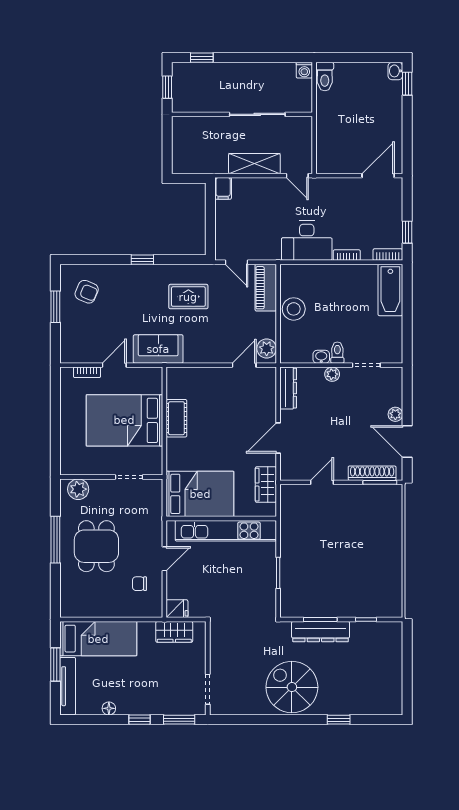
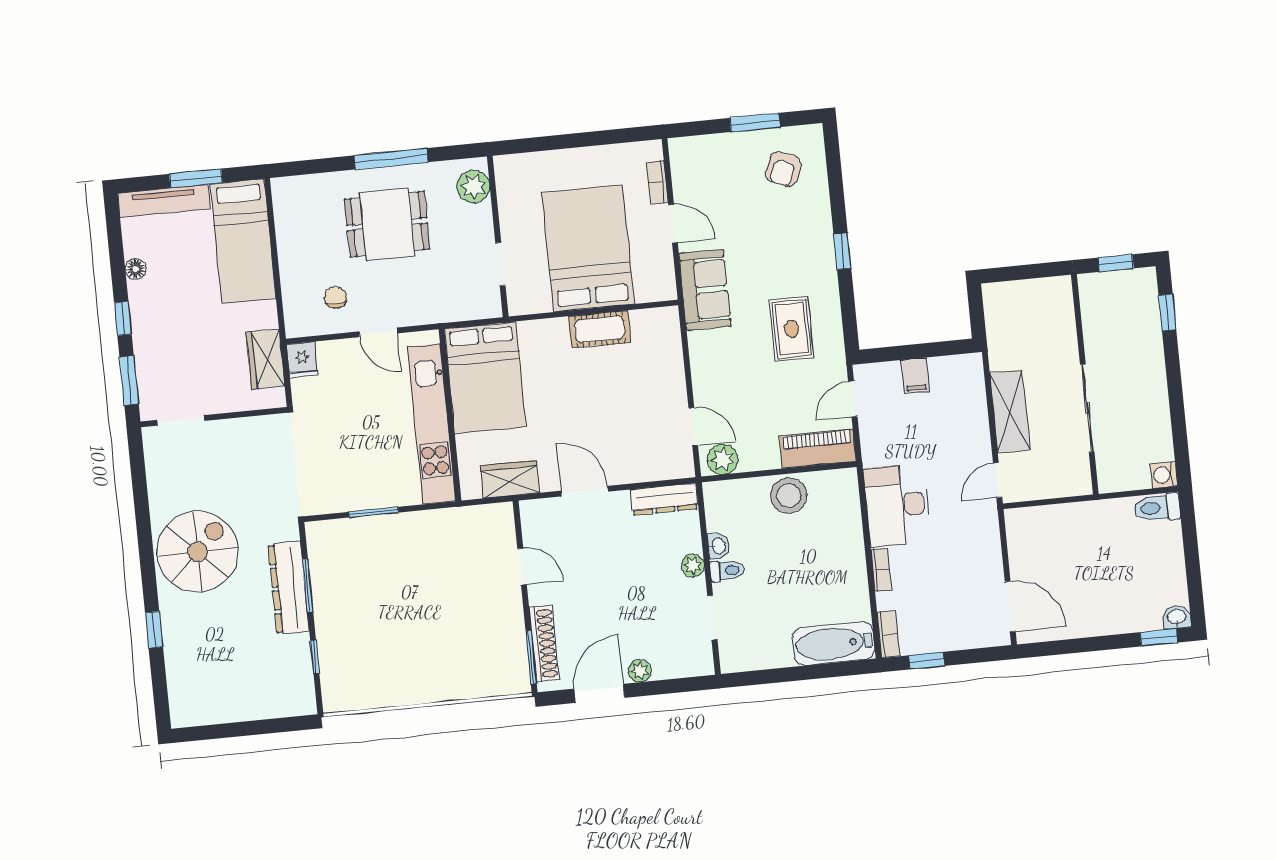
filing cabinet: (223, 188) -> (915, 376), moved, turned -90

